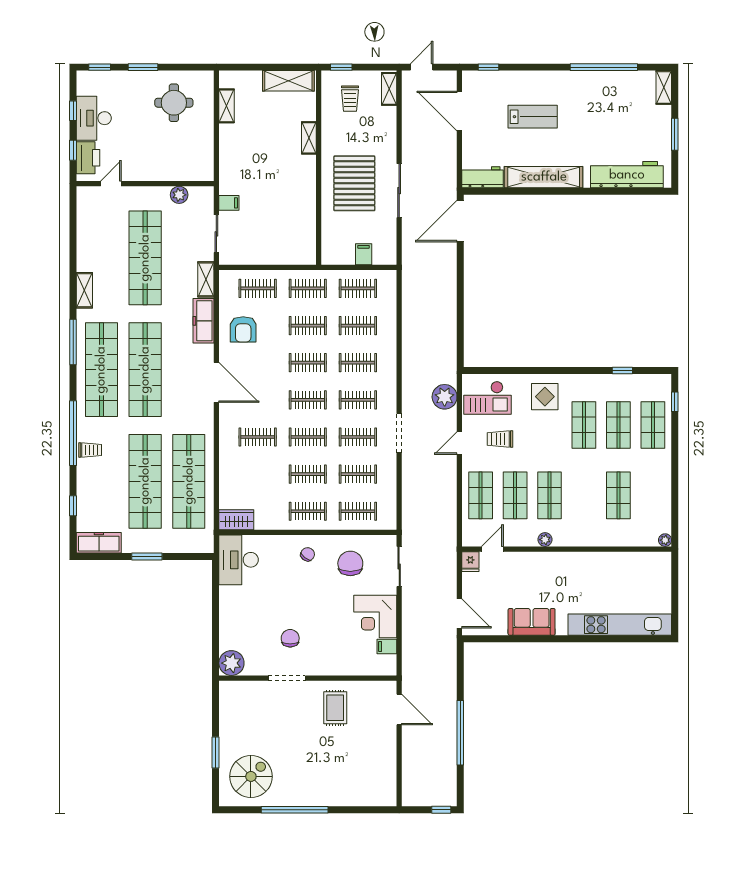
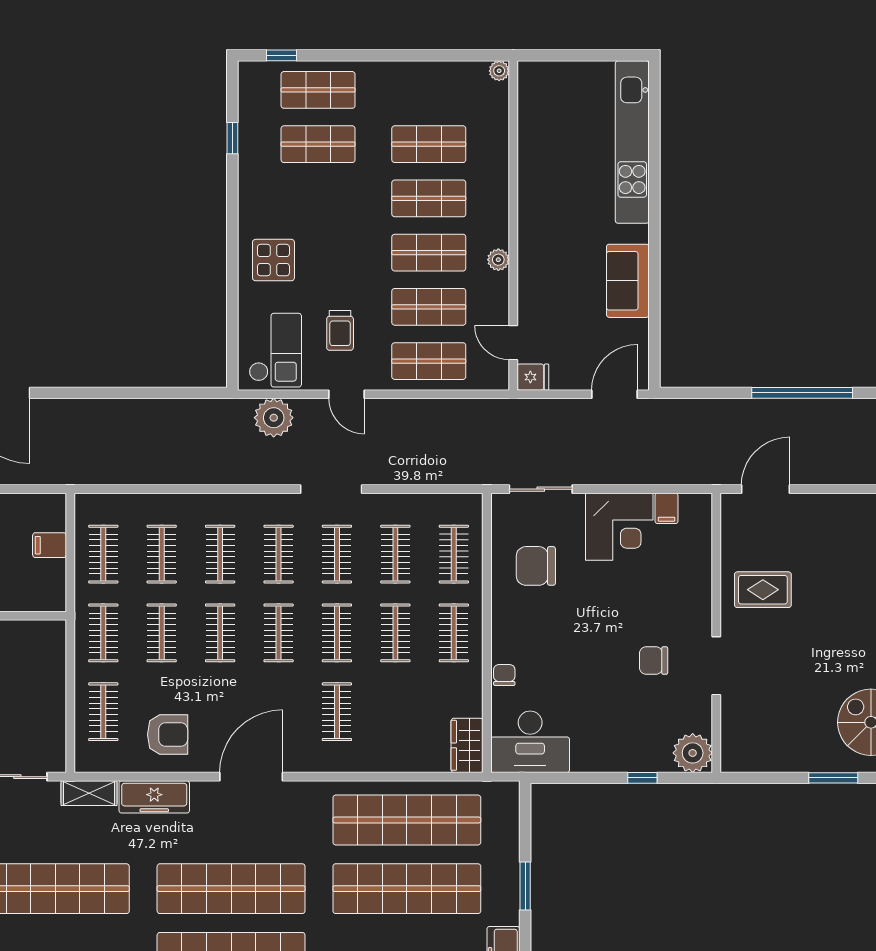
shop shelf: (584, 425) -> (429, 198), moved
chair: (308, 554) -> (504, 675), moved, turned 52
window: (216, 631) -> (642, 778), added

